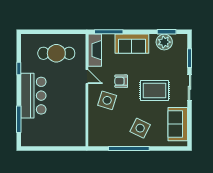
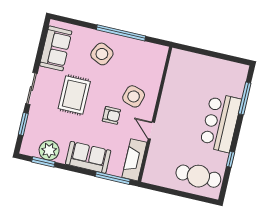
cafe table: (56, 53) -> (198, 176), moved
rug: (154, 91) -> (74, 95), turned 90

